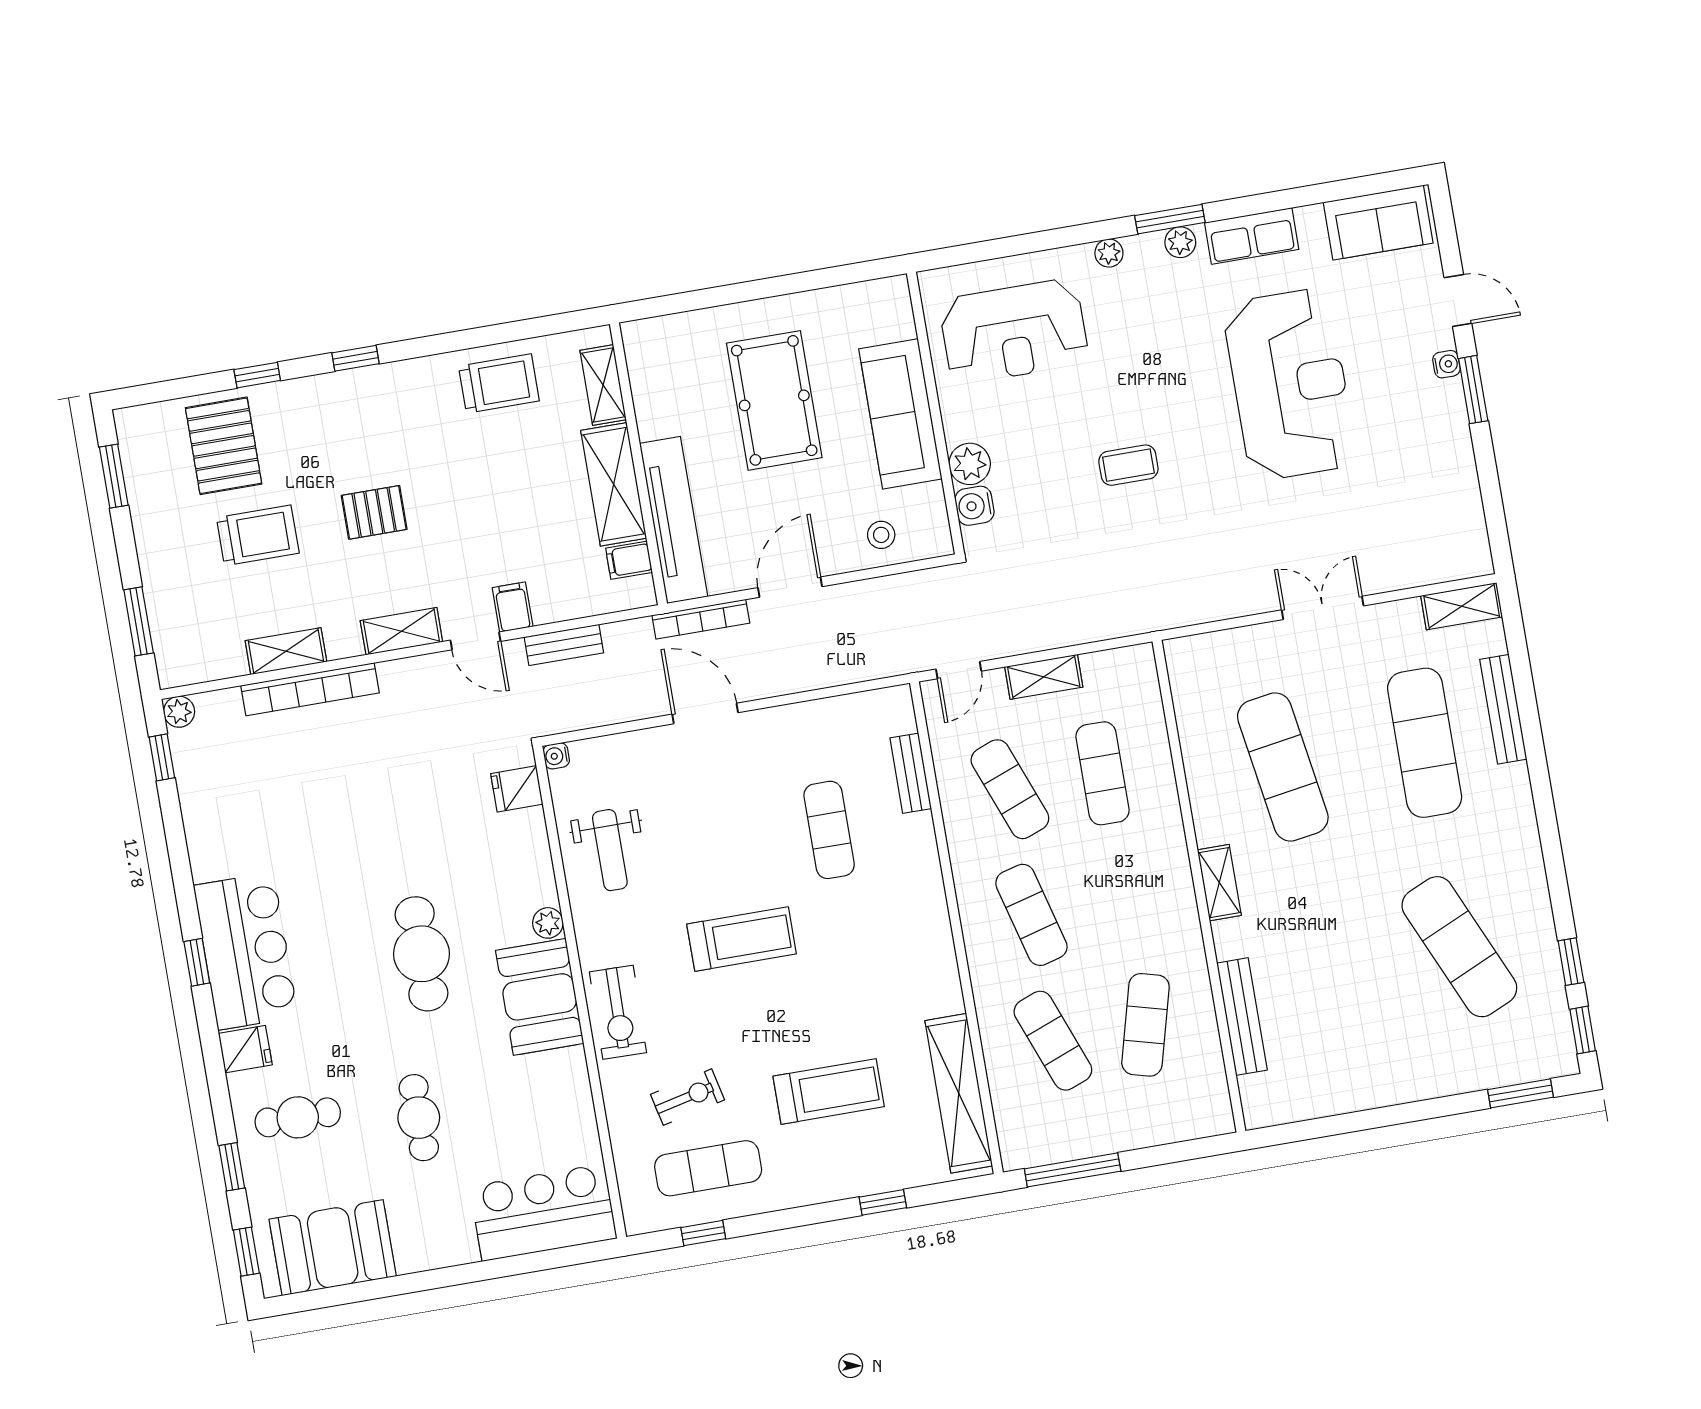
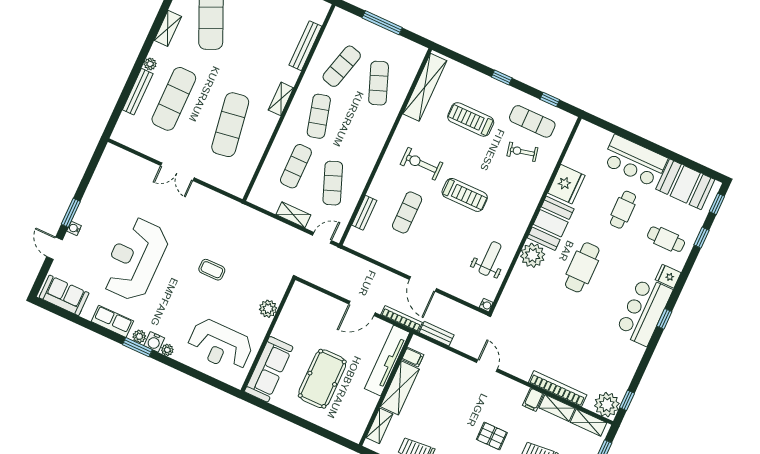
reception desk: (1014, 331) -> (220, 345), turned 180
sofa: (900, 414) -> (269, 369), moved
water cooler: (974, 506) -> (154, 342), moved, turned 90
stool: (881, 535) -> (317, 305), removed
shelving: (1462, 606) -> (168, 28), moved, turned 90
filing cabinet: (513, 607) -> (533, 400), moved
shelving: (401, 631) -> (588, 423), moved
bench: (564, 645) -> (437, 334), moved
plant: (179, 712) -> (607, 405), width x1.88, depth x1.88
plant: (1516, 779) -> (150, 64), added
fridge: (517, 789) -> (566, 184), moved, width x1.88, depth x1.34
exercise mat: (1031, 915) -> (319, 116), moved
plant: (548, 923) -> (533, 255), width x1.88, depth x1.88
treadmill: (742, 939) -> (465, 195), turned 180
exercise bike: (618, 1012) -> (422, 164), moved, turned -91
window: (1073, 1170) -> (382, 23), moved
window: (883, 1202) -> (502, 77), moved
bar counter: (543, 1212) -> (635, 161), moved

